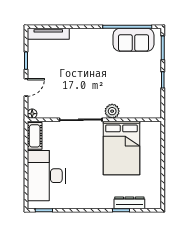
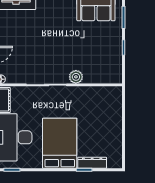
bed: (121, 148) -> (60, 143), moved, turned 180

